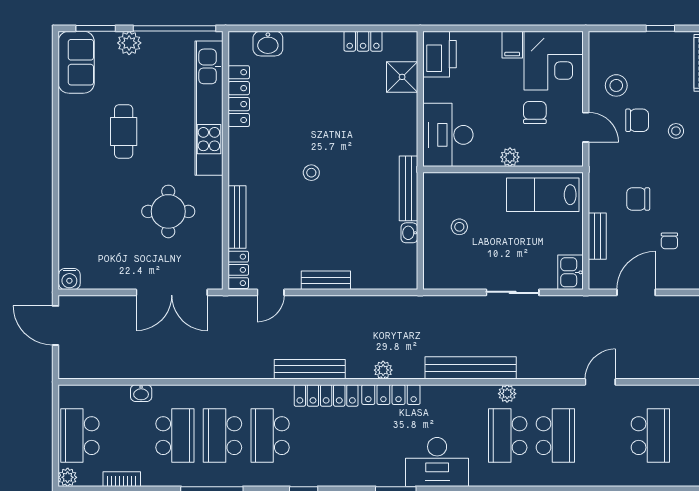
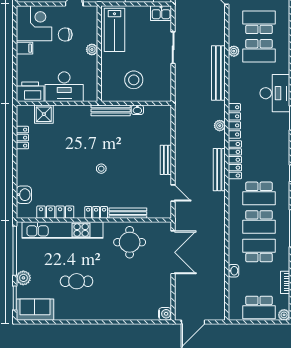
desk: (448, 135) -> (64, 87), moved
round table: (168, 211) -> (130, 242), moved
stool: (459, 227) -> (134, 80), width x1.89, depth x1.89
locker: (238, 270) -> (96, 212), moved

